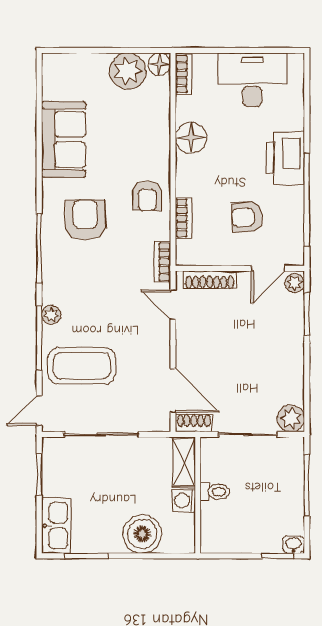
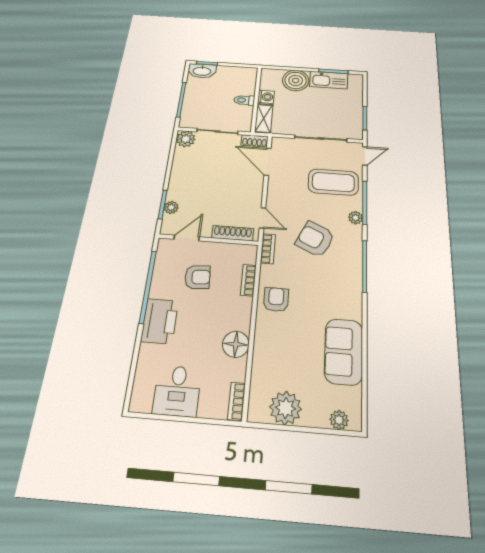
plant: (67, 63) -> (339, 420), added
floor lamp: (159, 64) -> (257, 412), removed
desk: (252, 80) -> (177, 391), width x0.73
armchair: (85, 220) -> (315, 239), moved, turned 115
plant: (295, 283) -> (171, 207), moved
kitchen sink: (56, 526) -> (329, 80), moved, turned -90
washbasin: (293, 545) -> (202, 71), width x1.91, depth x1.45

